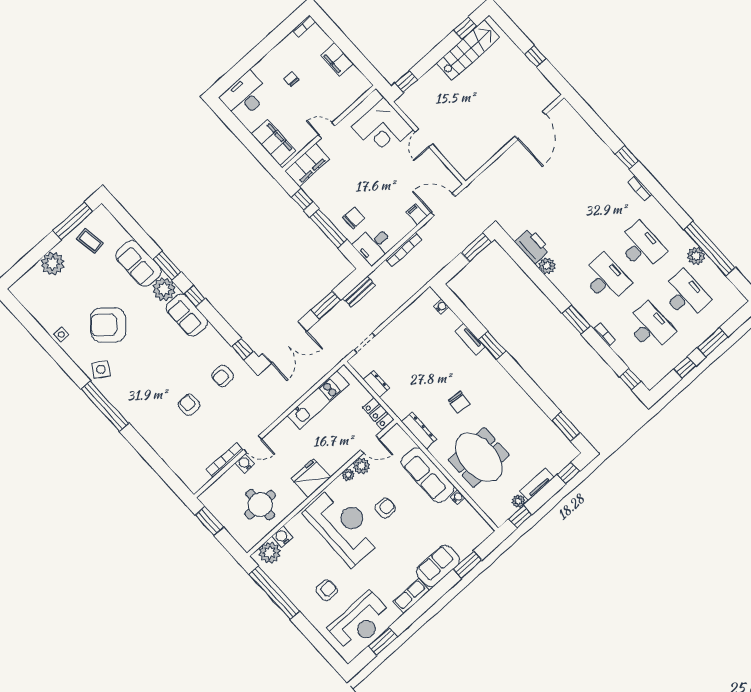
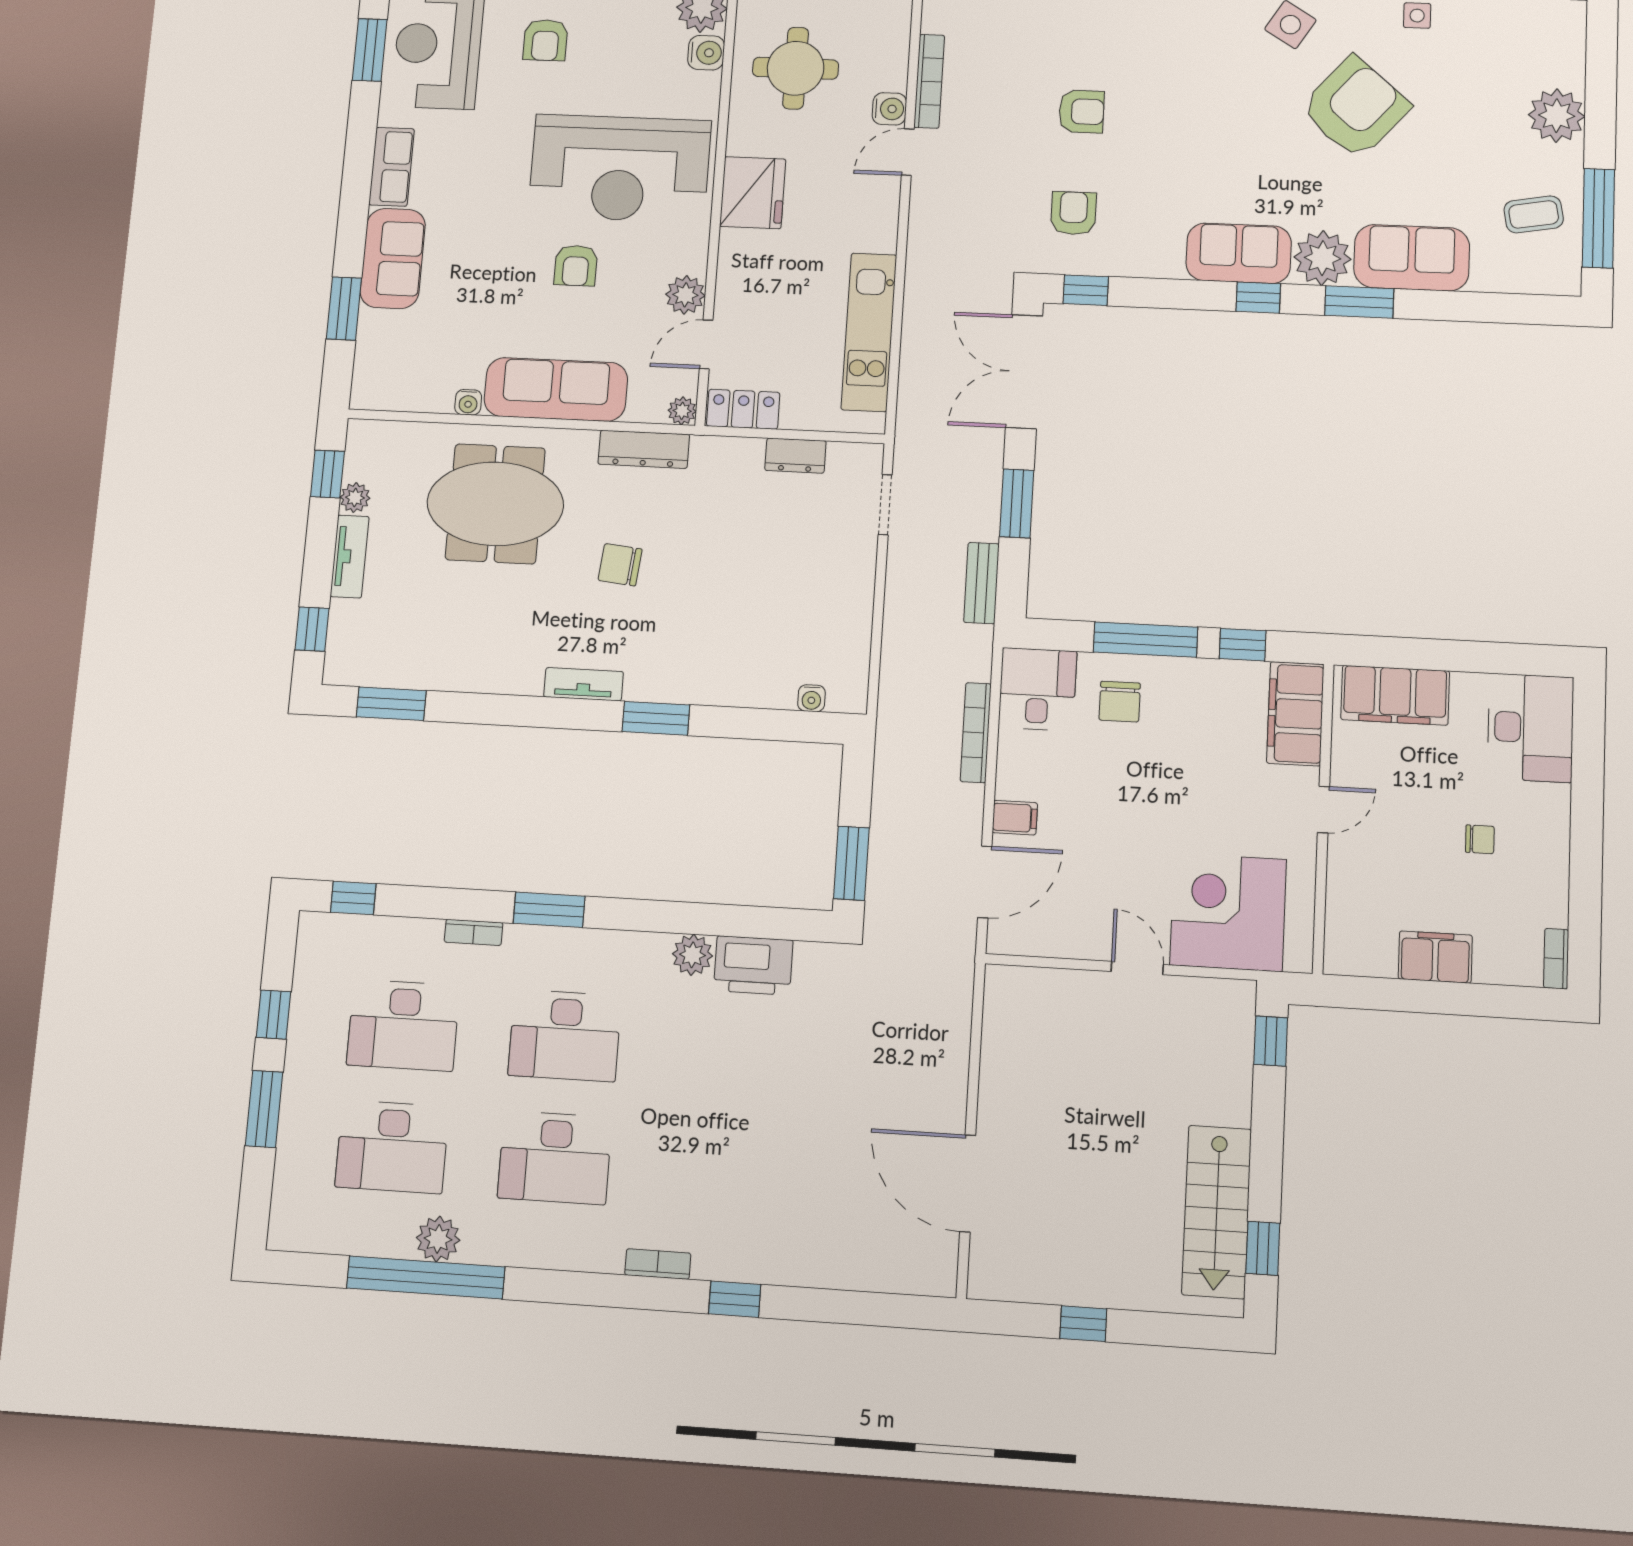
tv unit: (470, 339) -> (584, 684), moved
plant: (348, 475) -> (682, 411), moved

